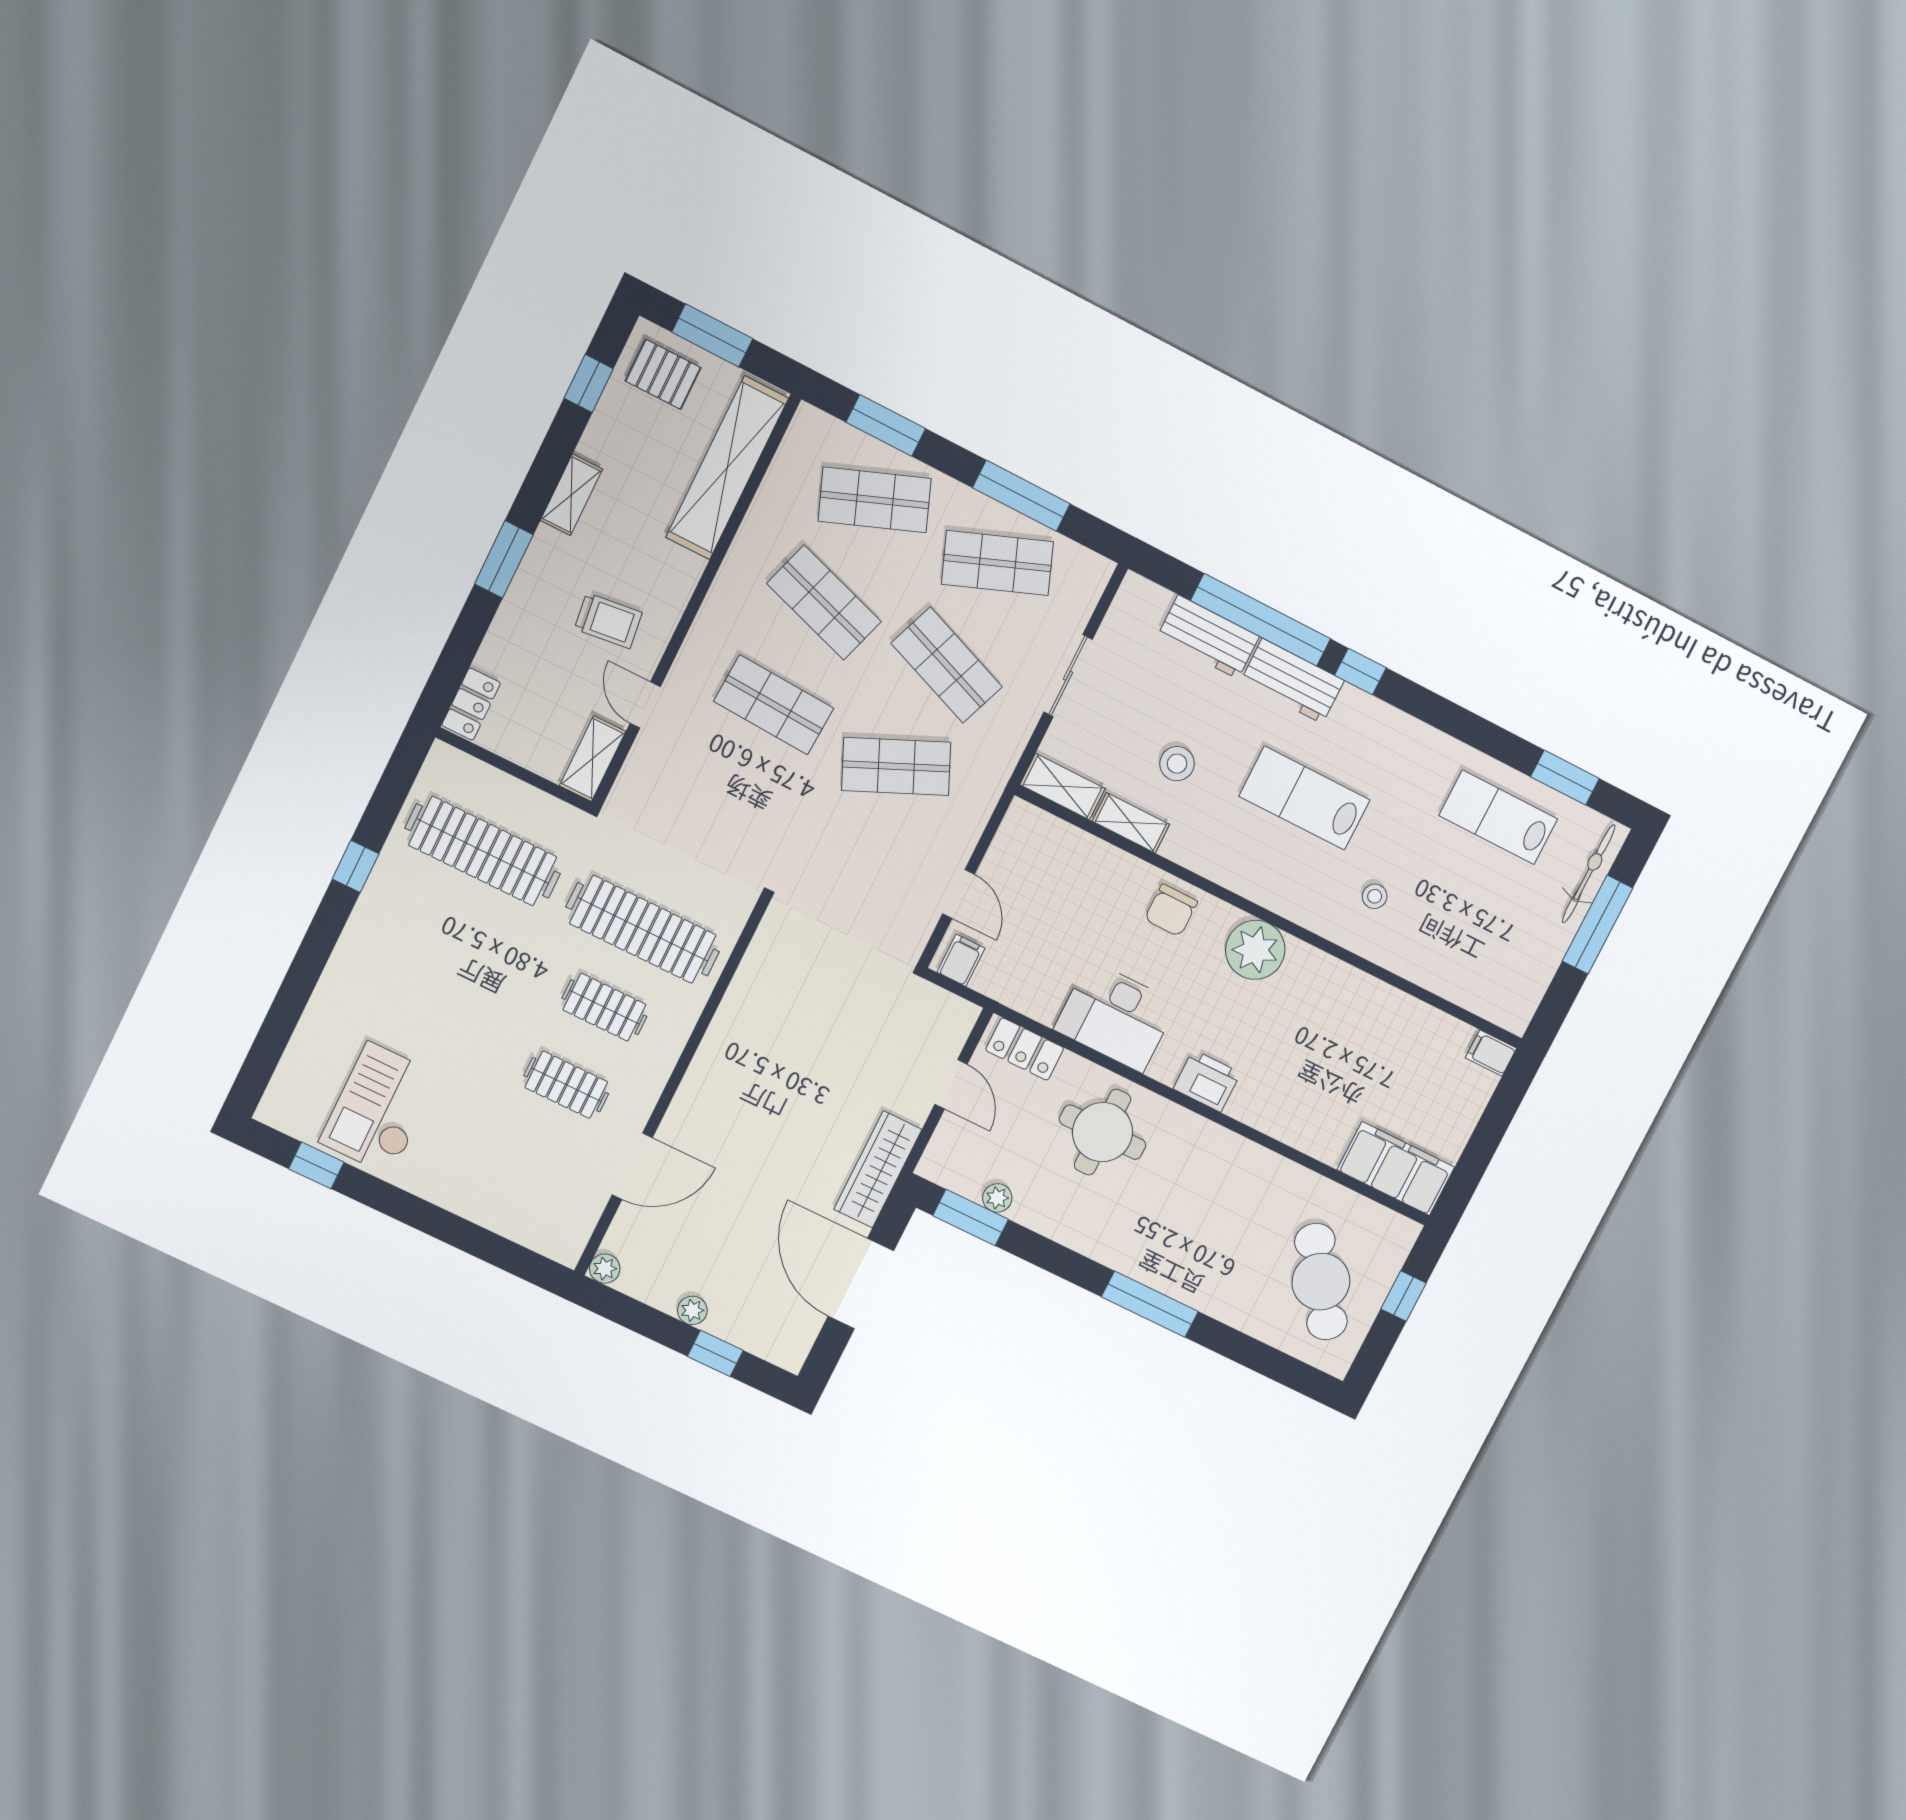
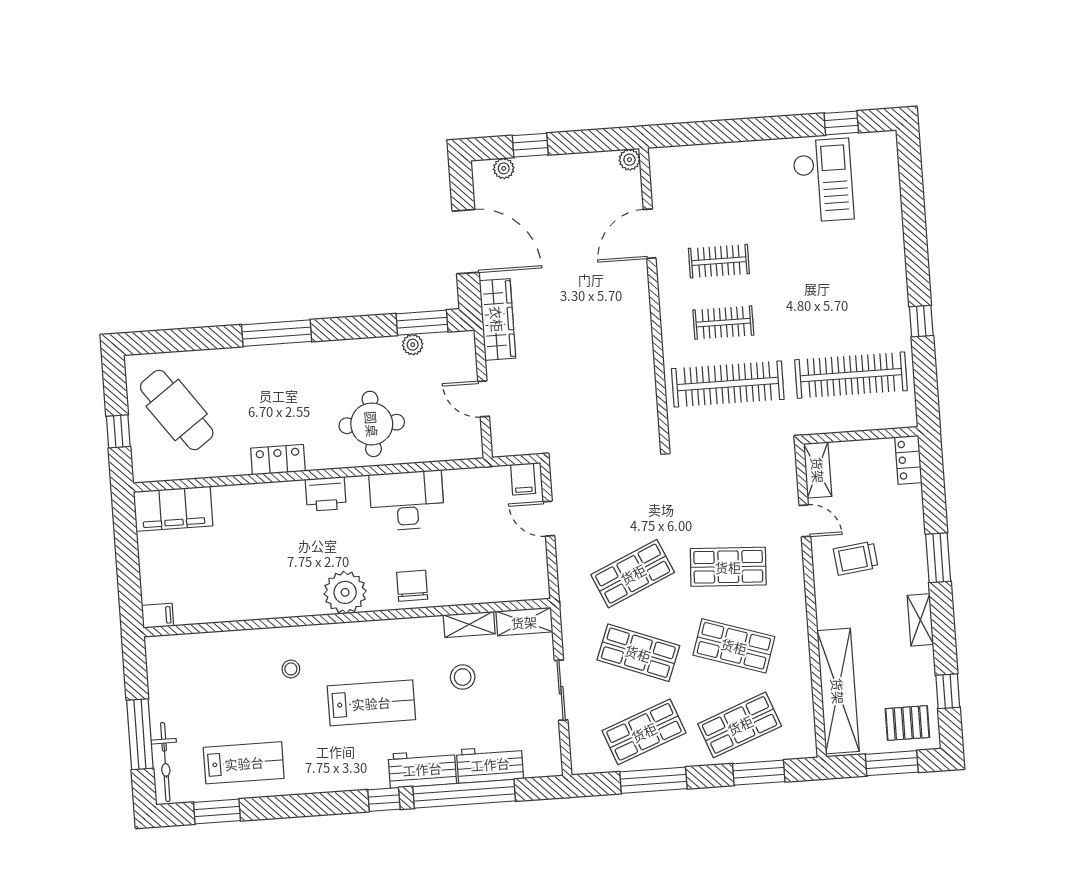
locker: (1025, 1049) -> (278, 460), moved
plant: (692, 1310) -> (504, 168), moved

